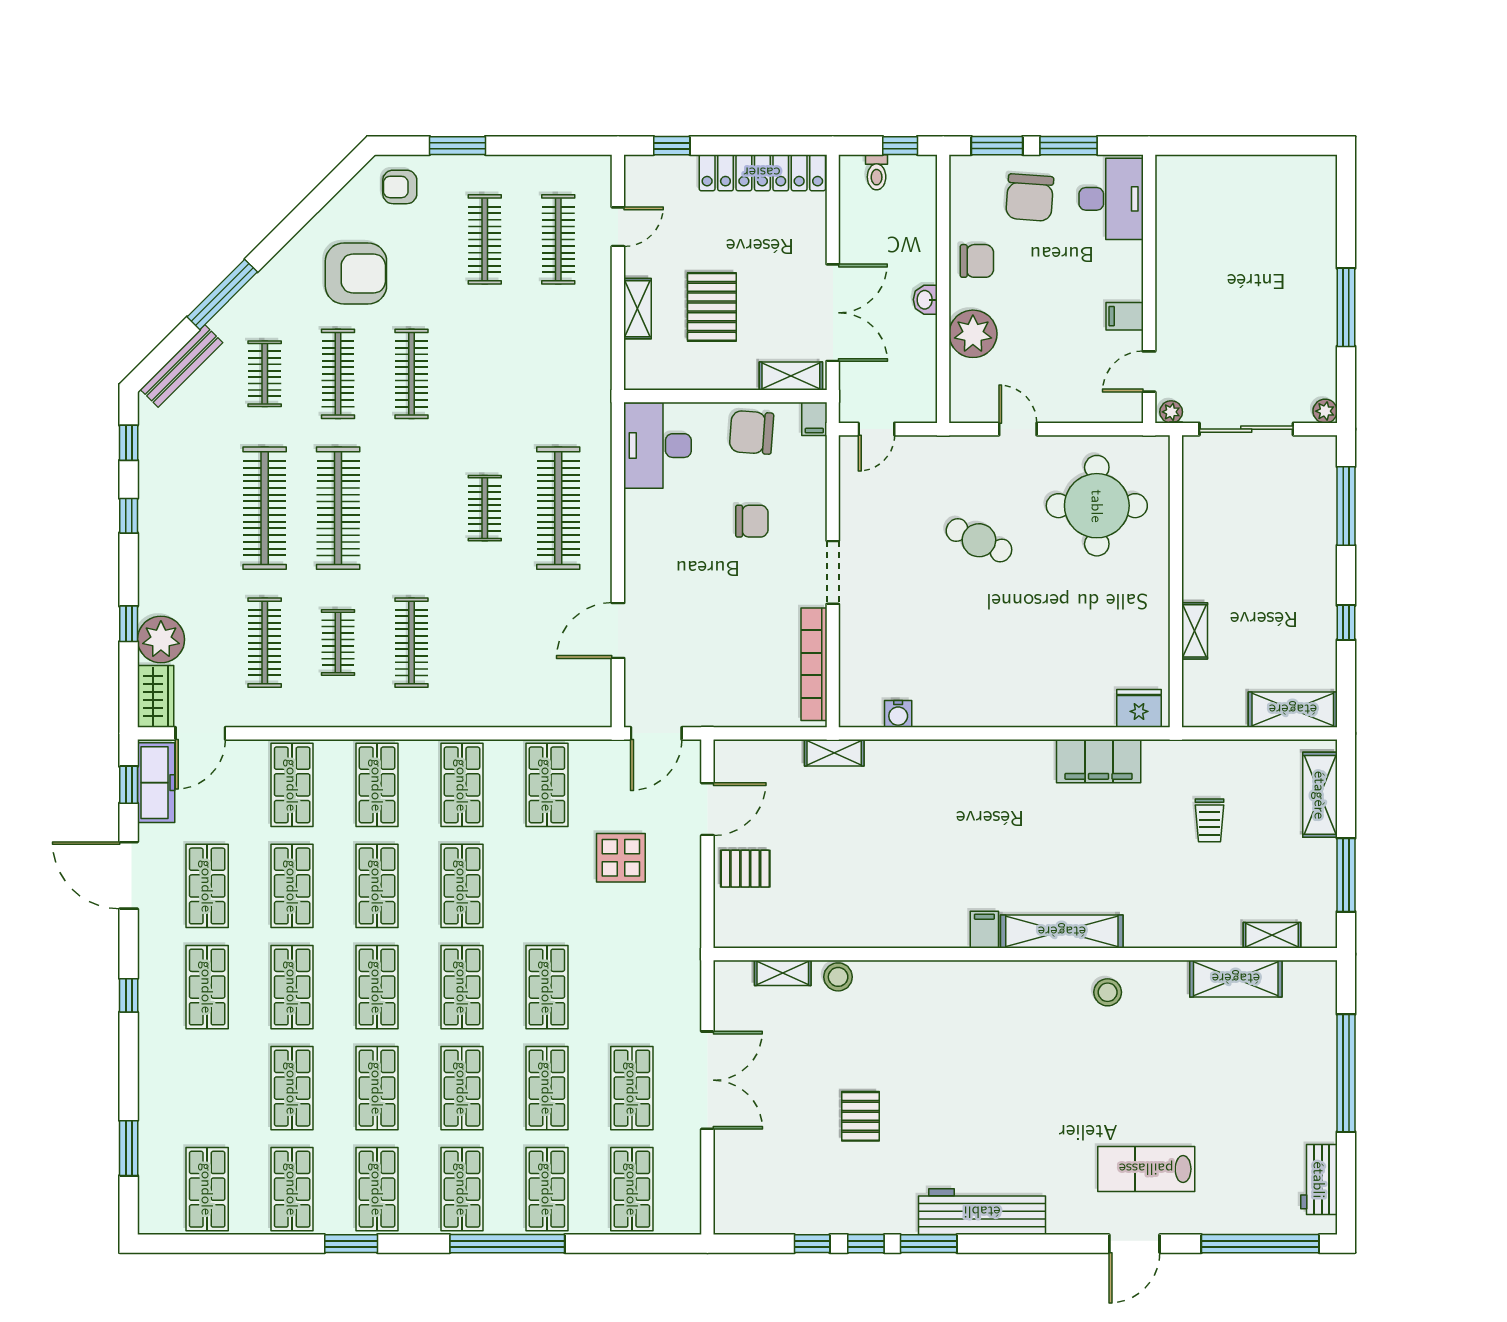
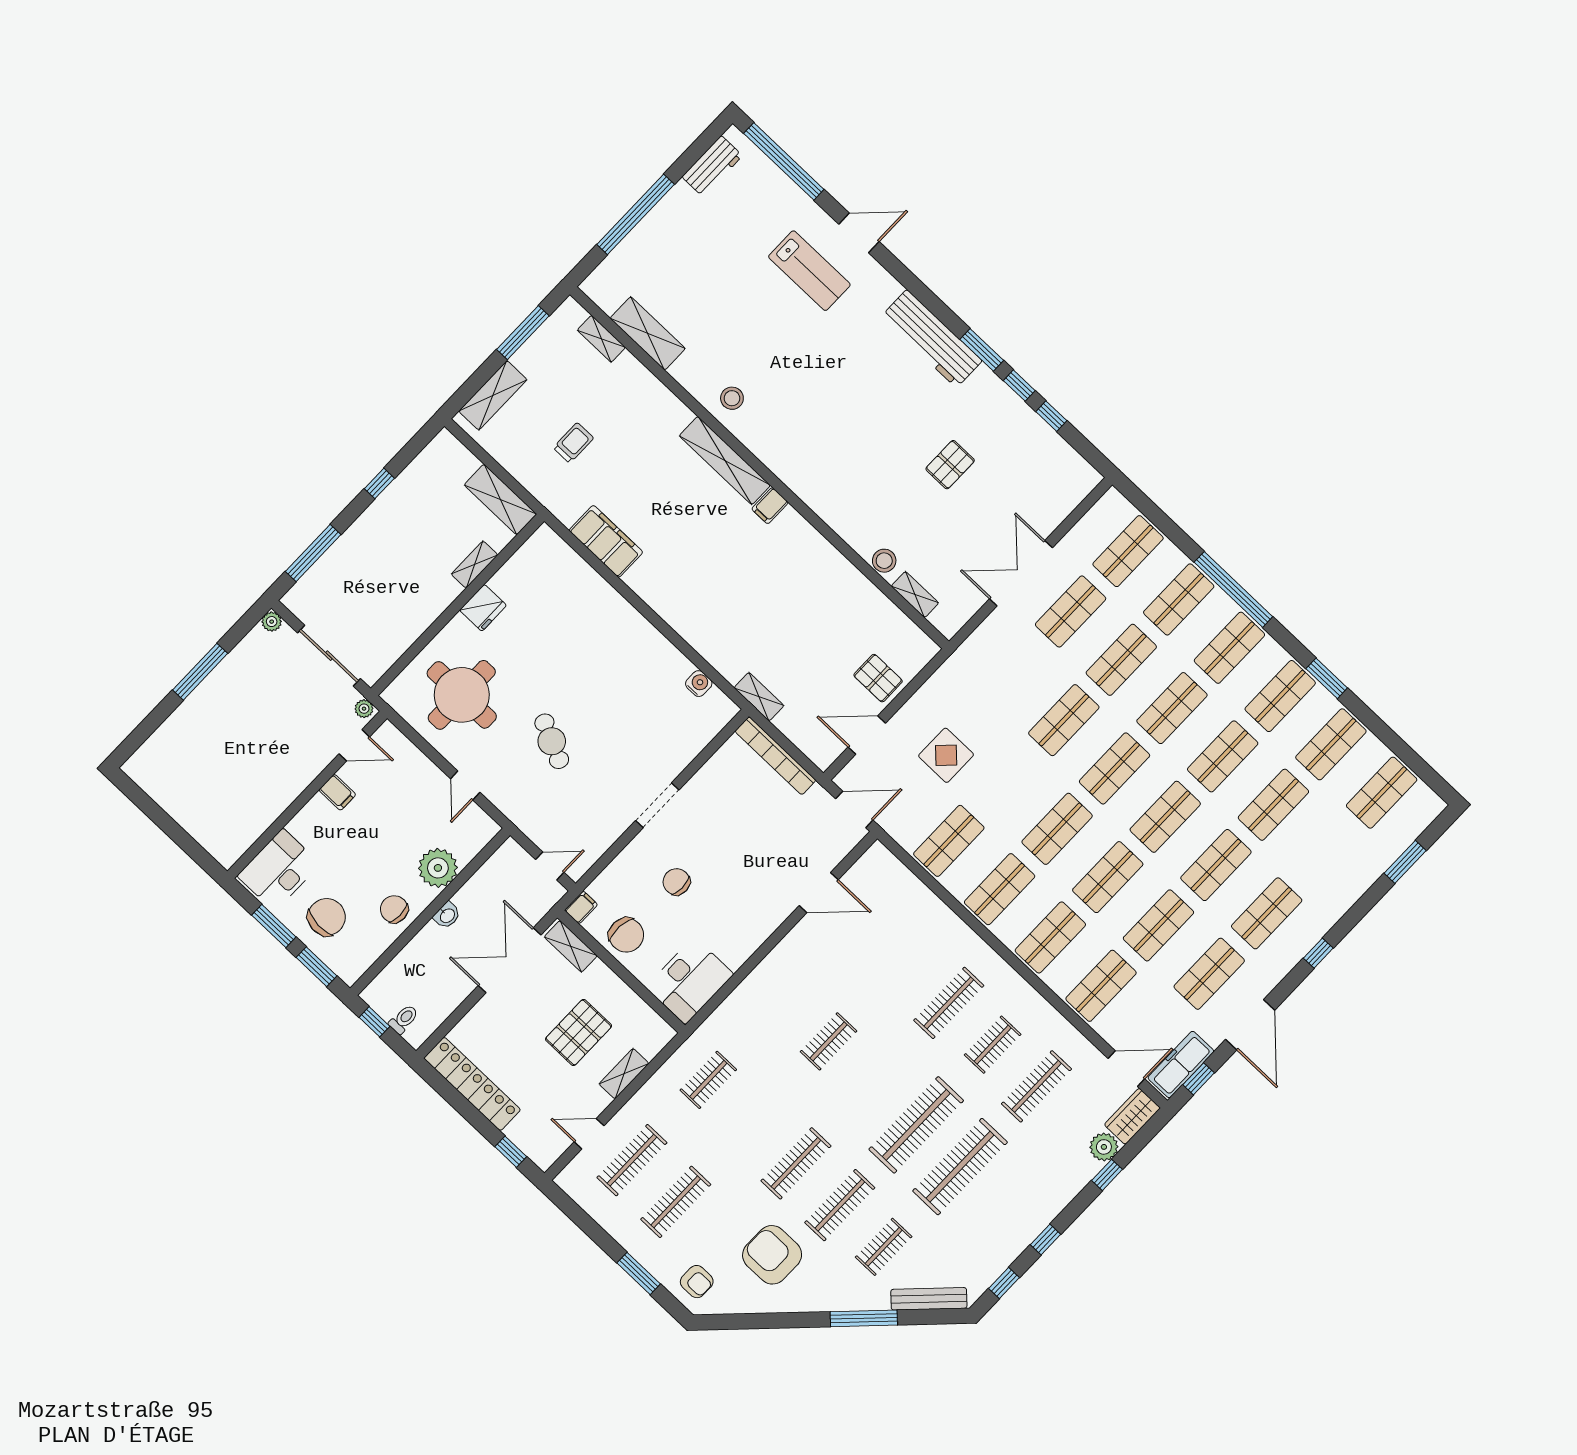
clothes rail: (558, 508) -> (708, 1080), moved, width x0.54, depth x0.76
plant: (161, 640) -> (1104, 1147), width x0.73, depth x0.73
bookcase: (814, 664) -> (775, 756), moved, turned 90
fridge: (1139, 708) -> (483, 608), moved, turned -90
shelving: (1293, 710) -> (500, 499), moved

